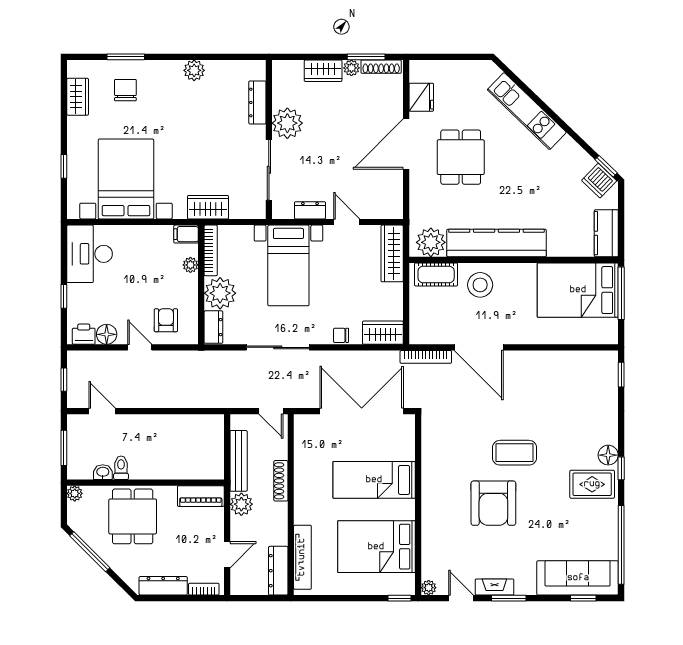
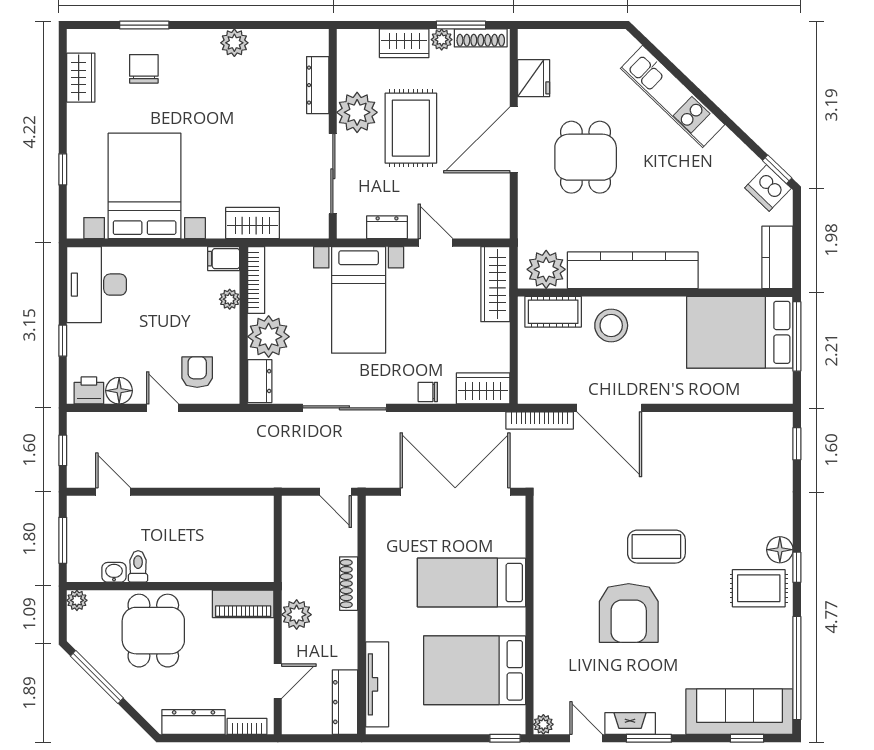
rug: (328, 135) -> (411, 128), added
bench: (239, 461) -> (293, 557), removed

